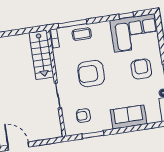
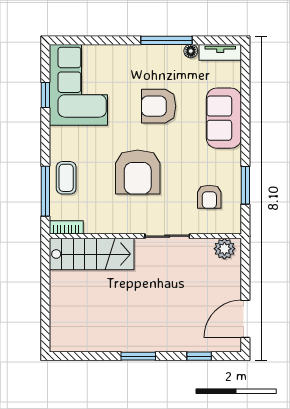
armchair: (141, 69) -> (159, 106), moved
plant: (56, 128) -> (224, 249), added

